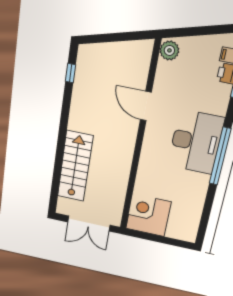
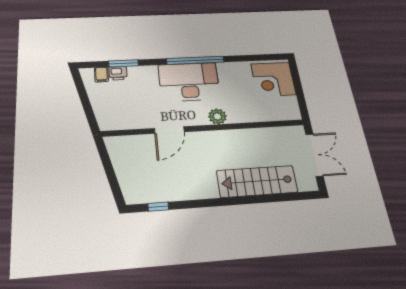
plant: (169, 50) -> (217, 116), moved
corner desk: (148, 215) -> (273, 79), moved

